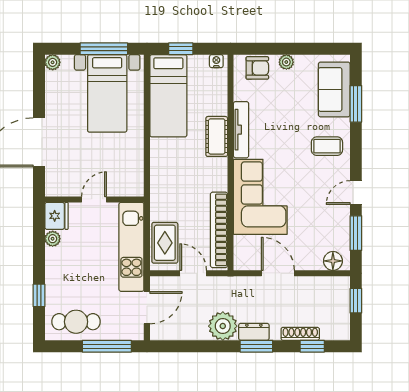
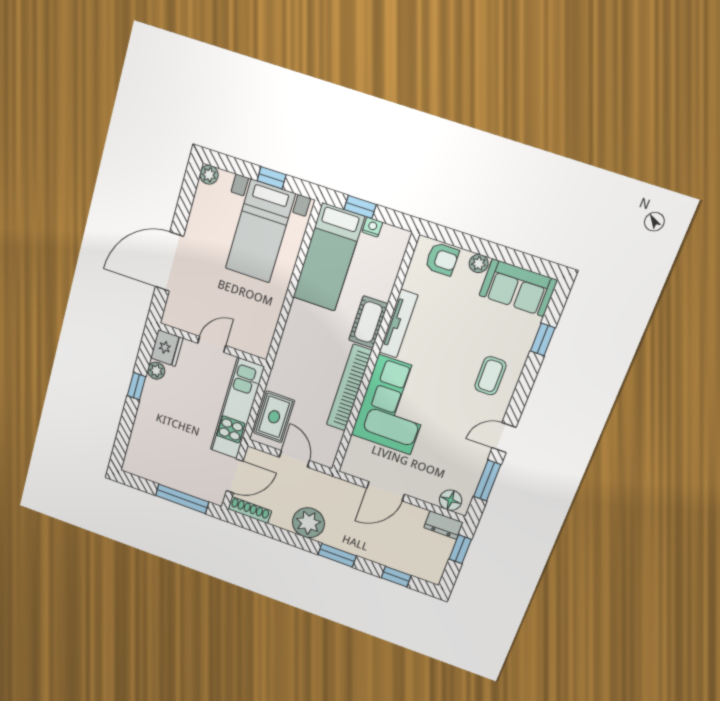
window: (104, 49) -> (272, 178), width x0.46
nightstand: (216, 61) -> (372, 227), moved
sofa: (334, 89) -> (518, 288), moved, turned -90
window: (356, 104) -> (543, 339), width x0.67
coffee table: (327, 146) -> (490, 376), turned 90
bookcase: (219, 230) -> (349, 388), moved
door: (278, 273) -> (386, 491), swing flipped
window: (39, 295) -> (136, 386), moved
cafe table: (76, 322) -> (157, 463), removed
dresser: (254, 332) -> (443, 525), moved, turned 180
shoe rack: (300, 334) -> (250, 510), moved

